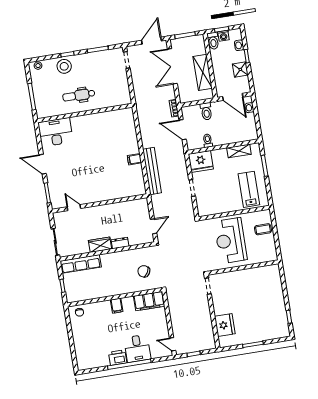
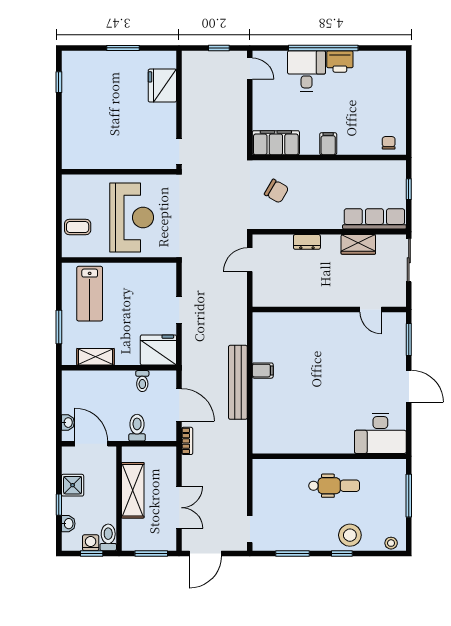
double door: (172, 66) -> (179, 508), width x0.73
bench: (152, 171) -> (238, 382), moved
wardrobe: (100, 245) -> (358, 244), moved

